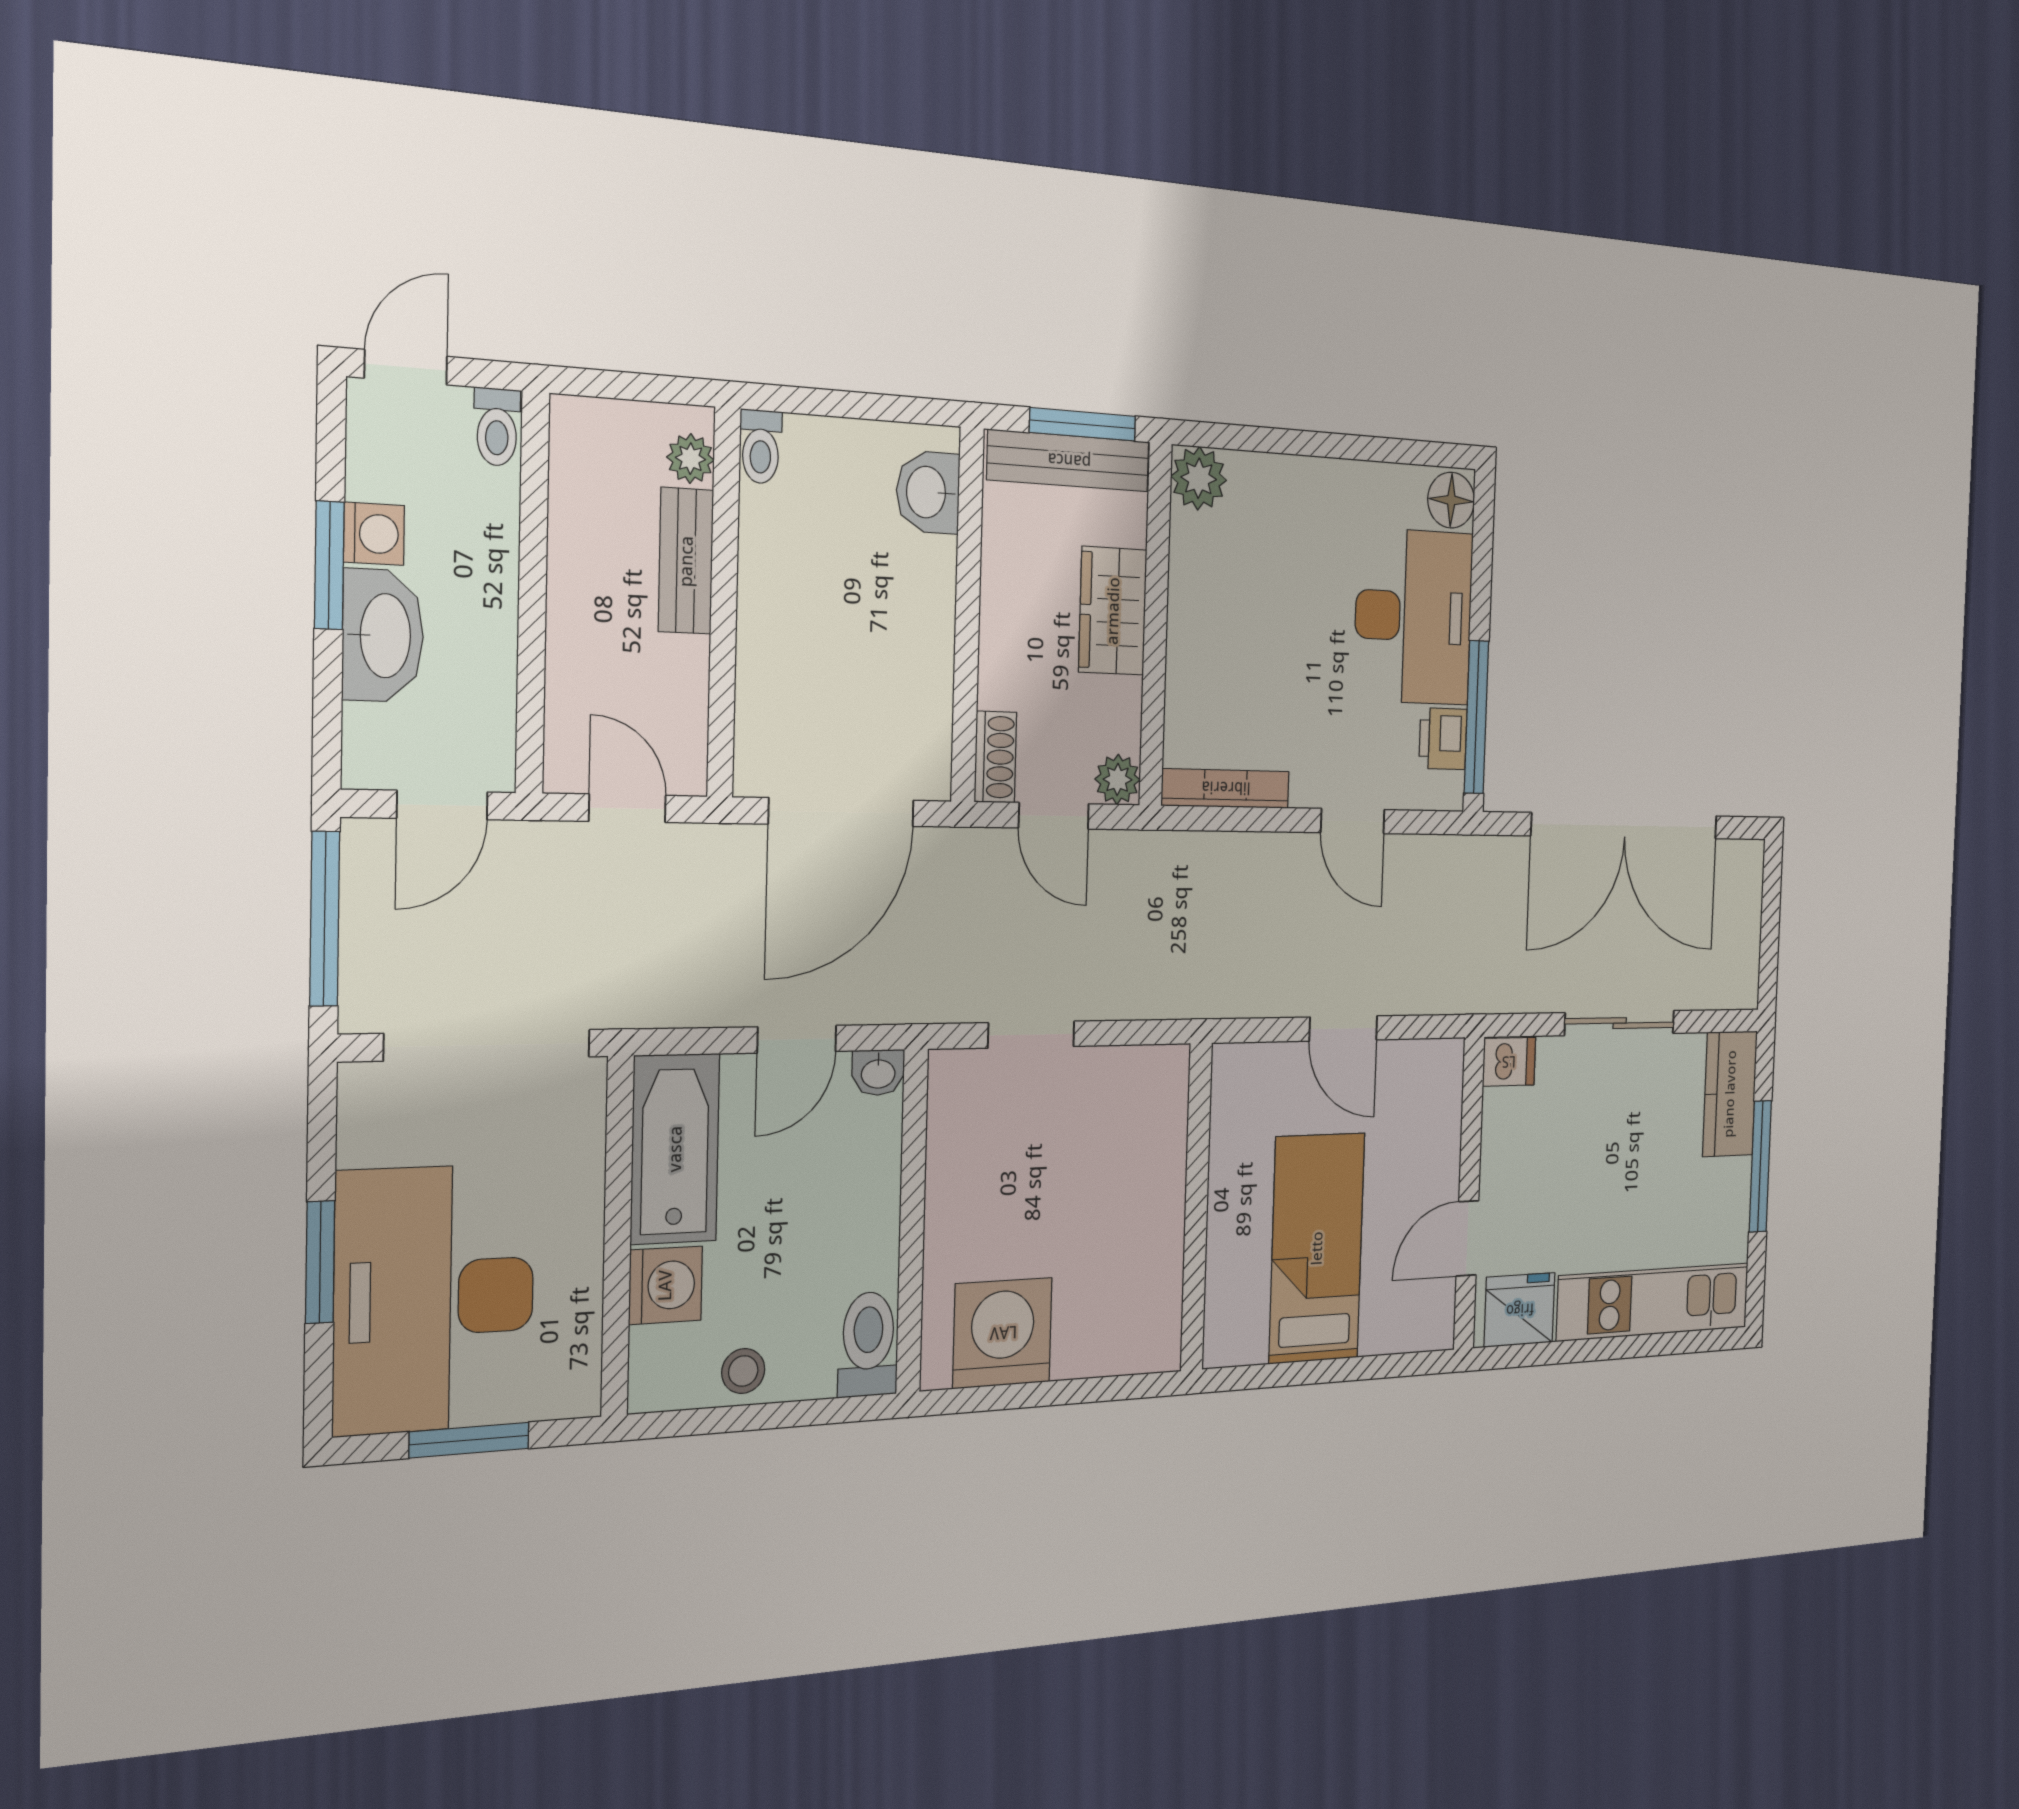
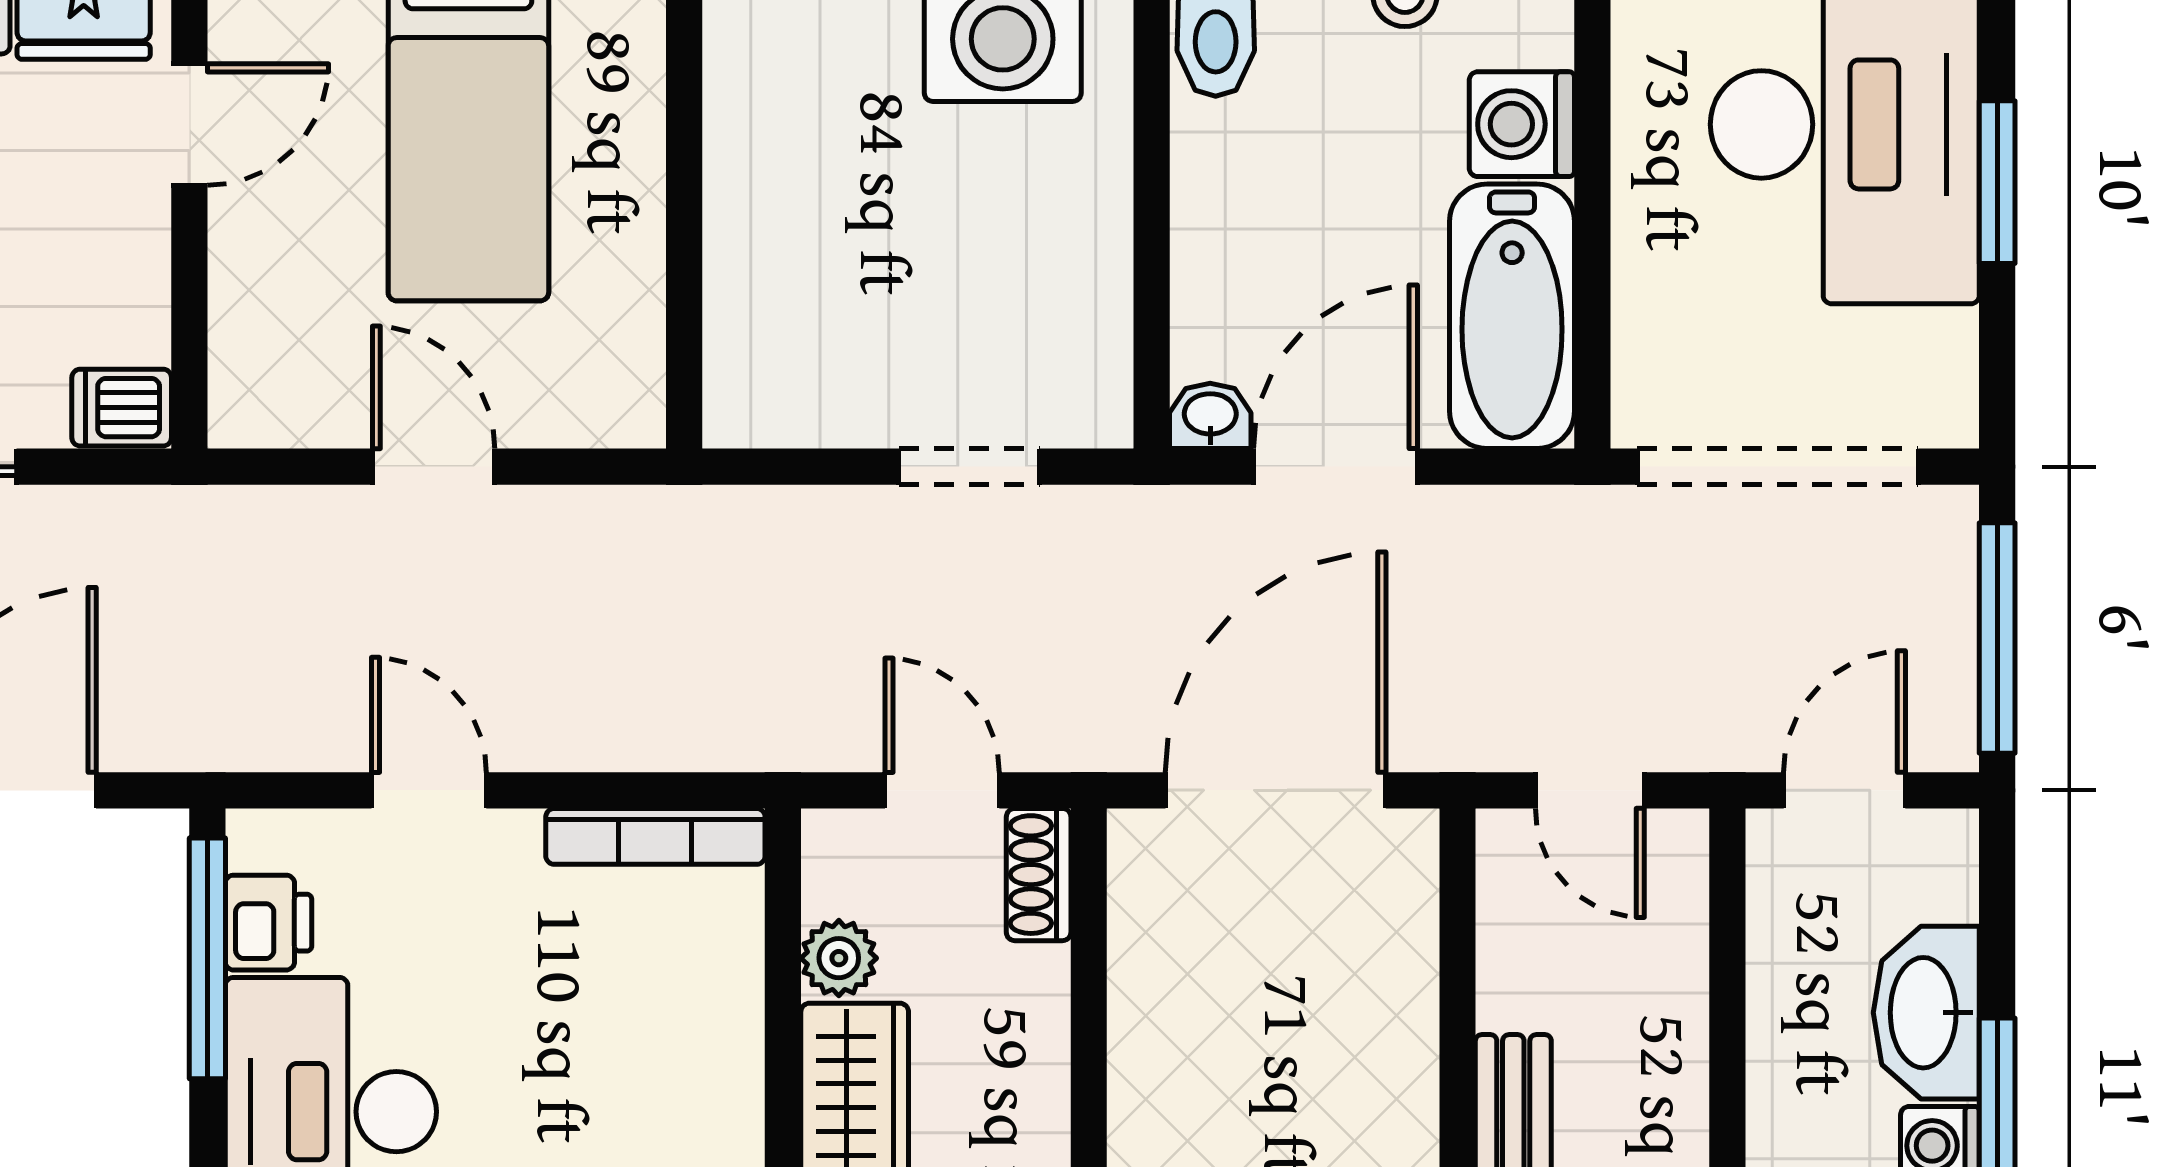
plant: (1118, 779) -> (839, 958), moved
door: (797, 1039) -> (1336, 467), width x1.38

